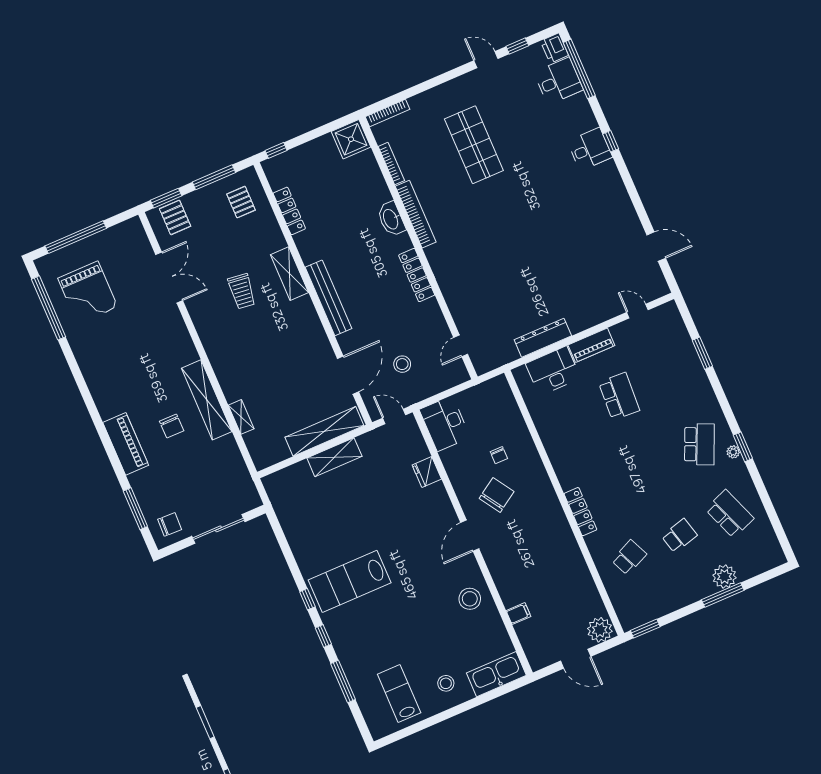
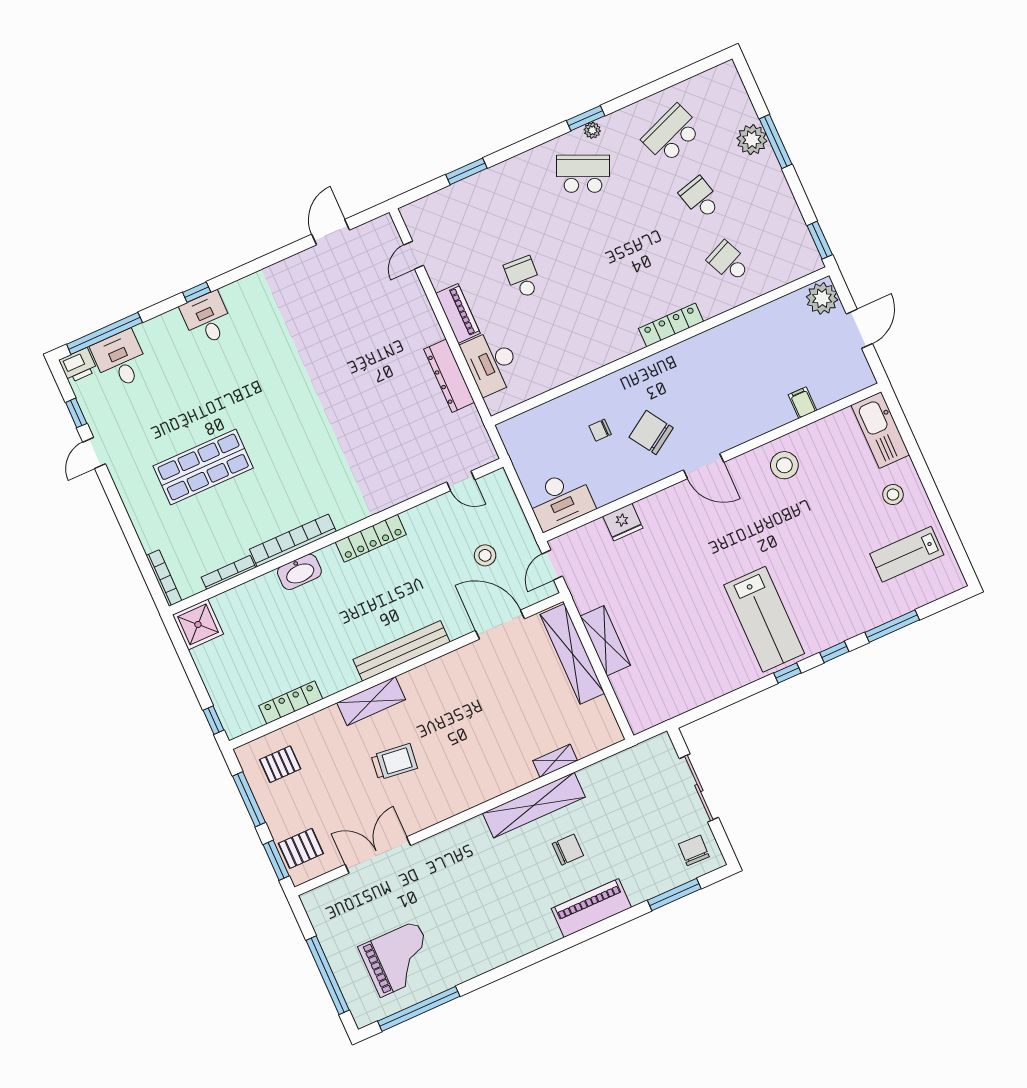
school desk: (619, 396) -> (523, 277), width x0.54
chair: (499, 455) -> (600, 430), turned 180

